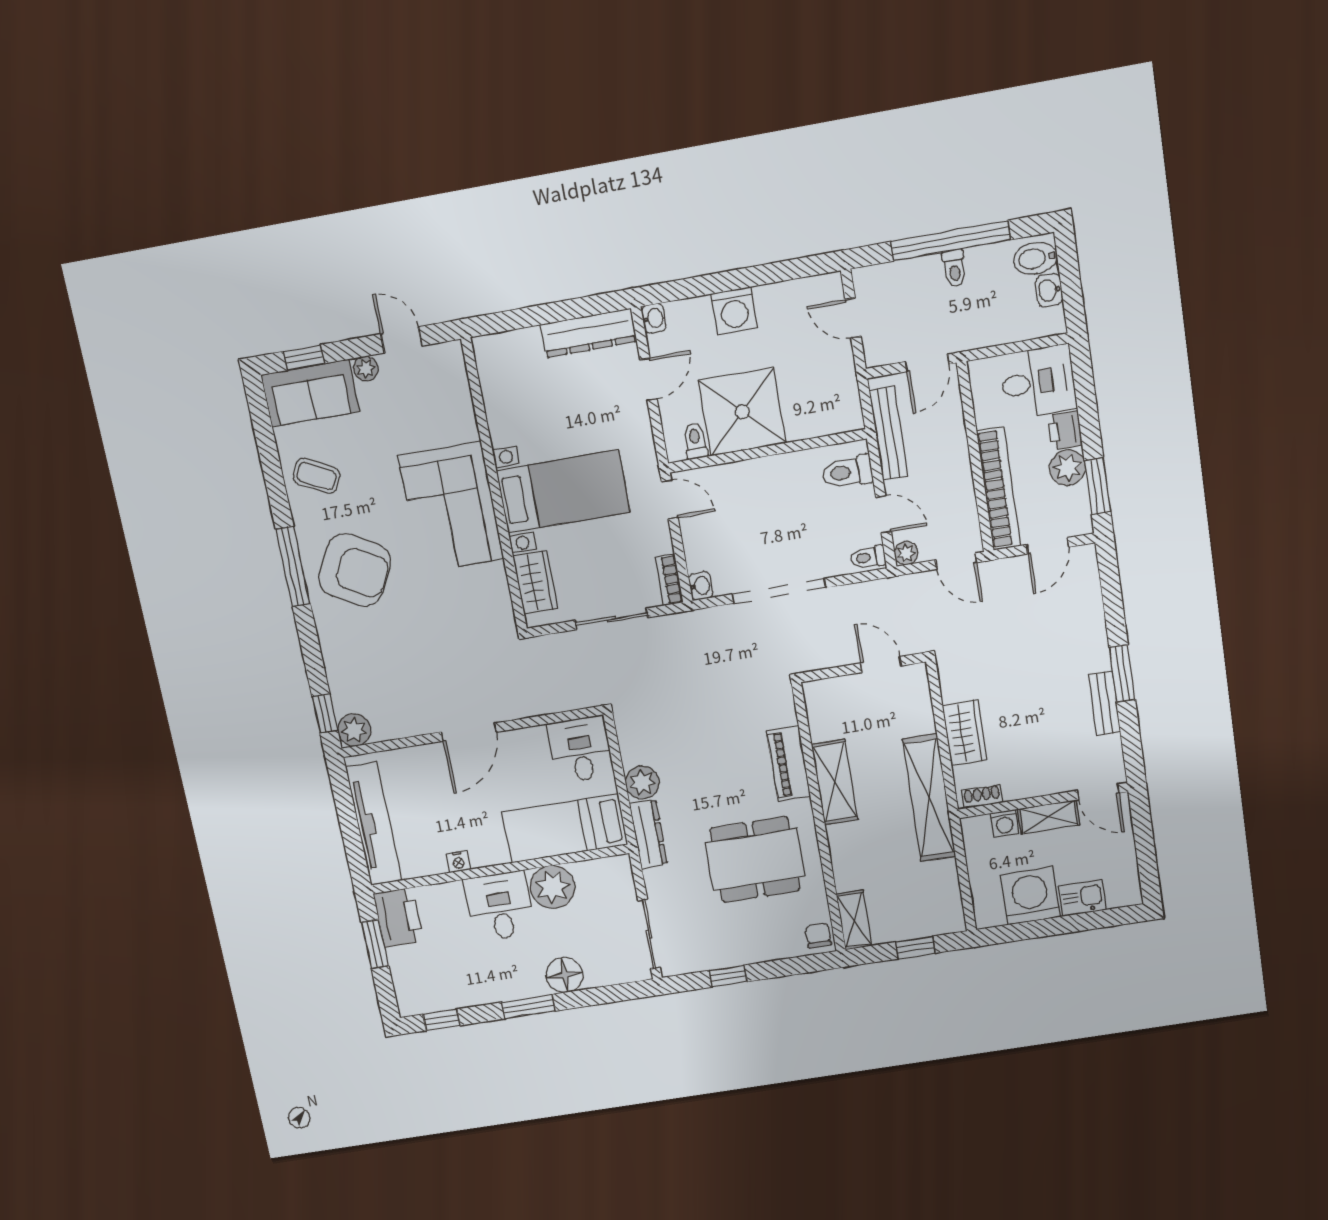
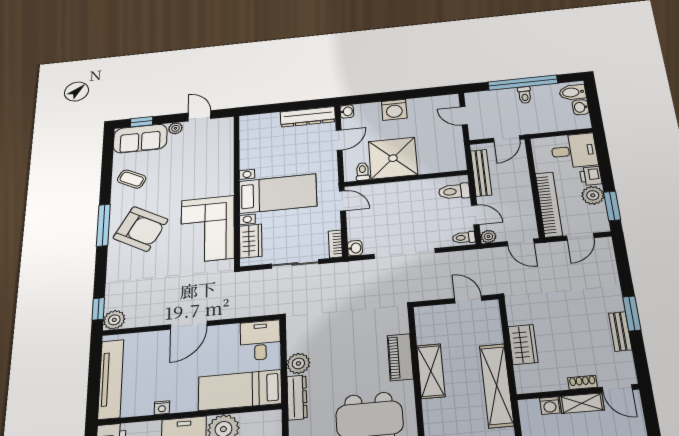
corner sofa: (451, 507) -> (208, 229), moved
shoe rack: (982, 797) -> (582, 382), moved

